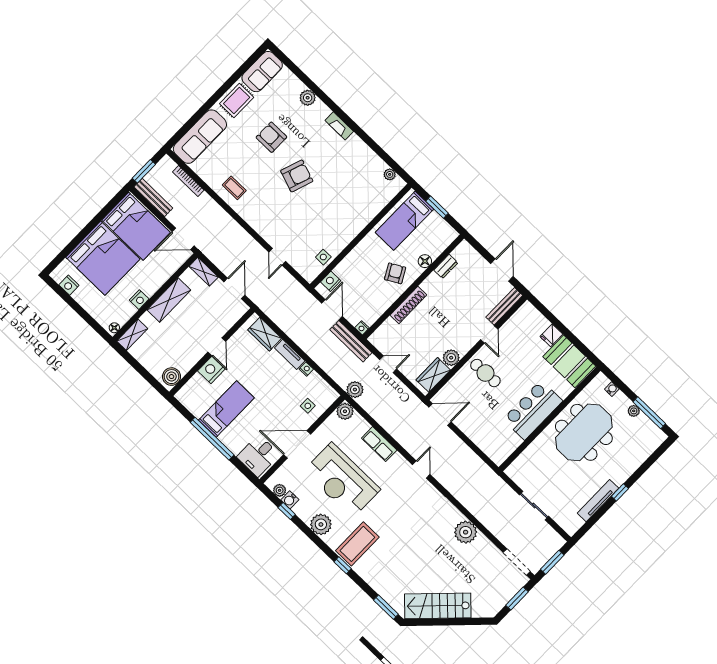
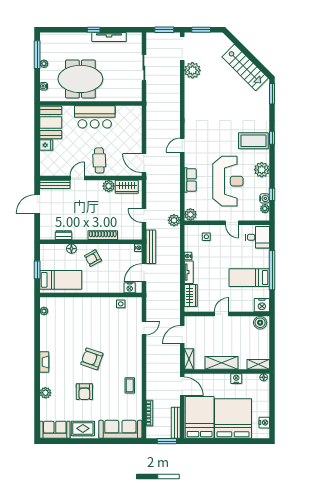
nightstand: (211, 370) -> (262, 305), moved
door: (297, 444) -> (232, 223), width x0.53
plant: (466, 532) -> (192, 70), moved

